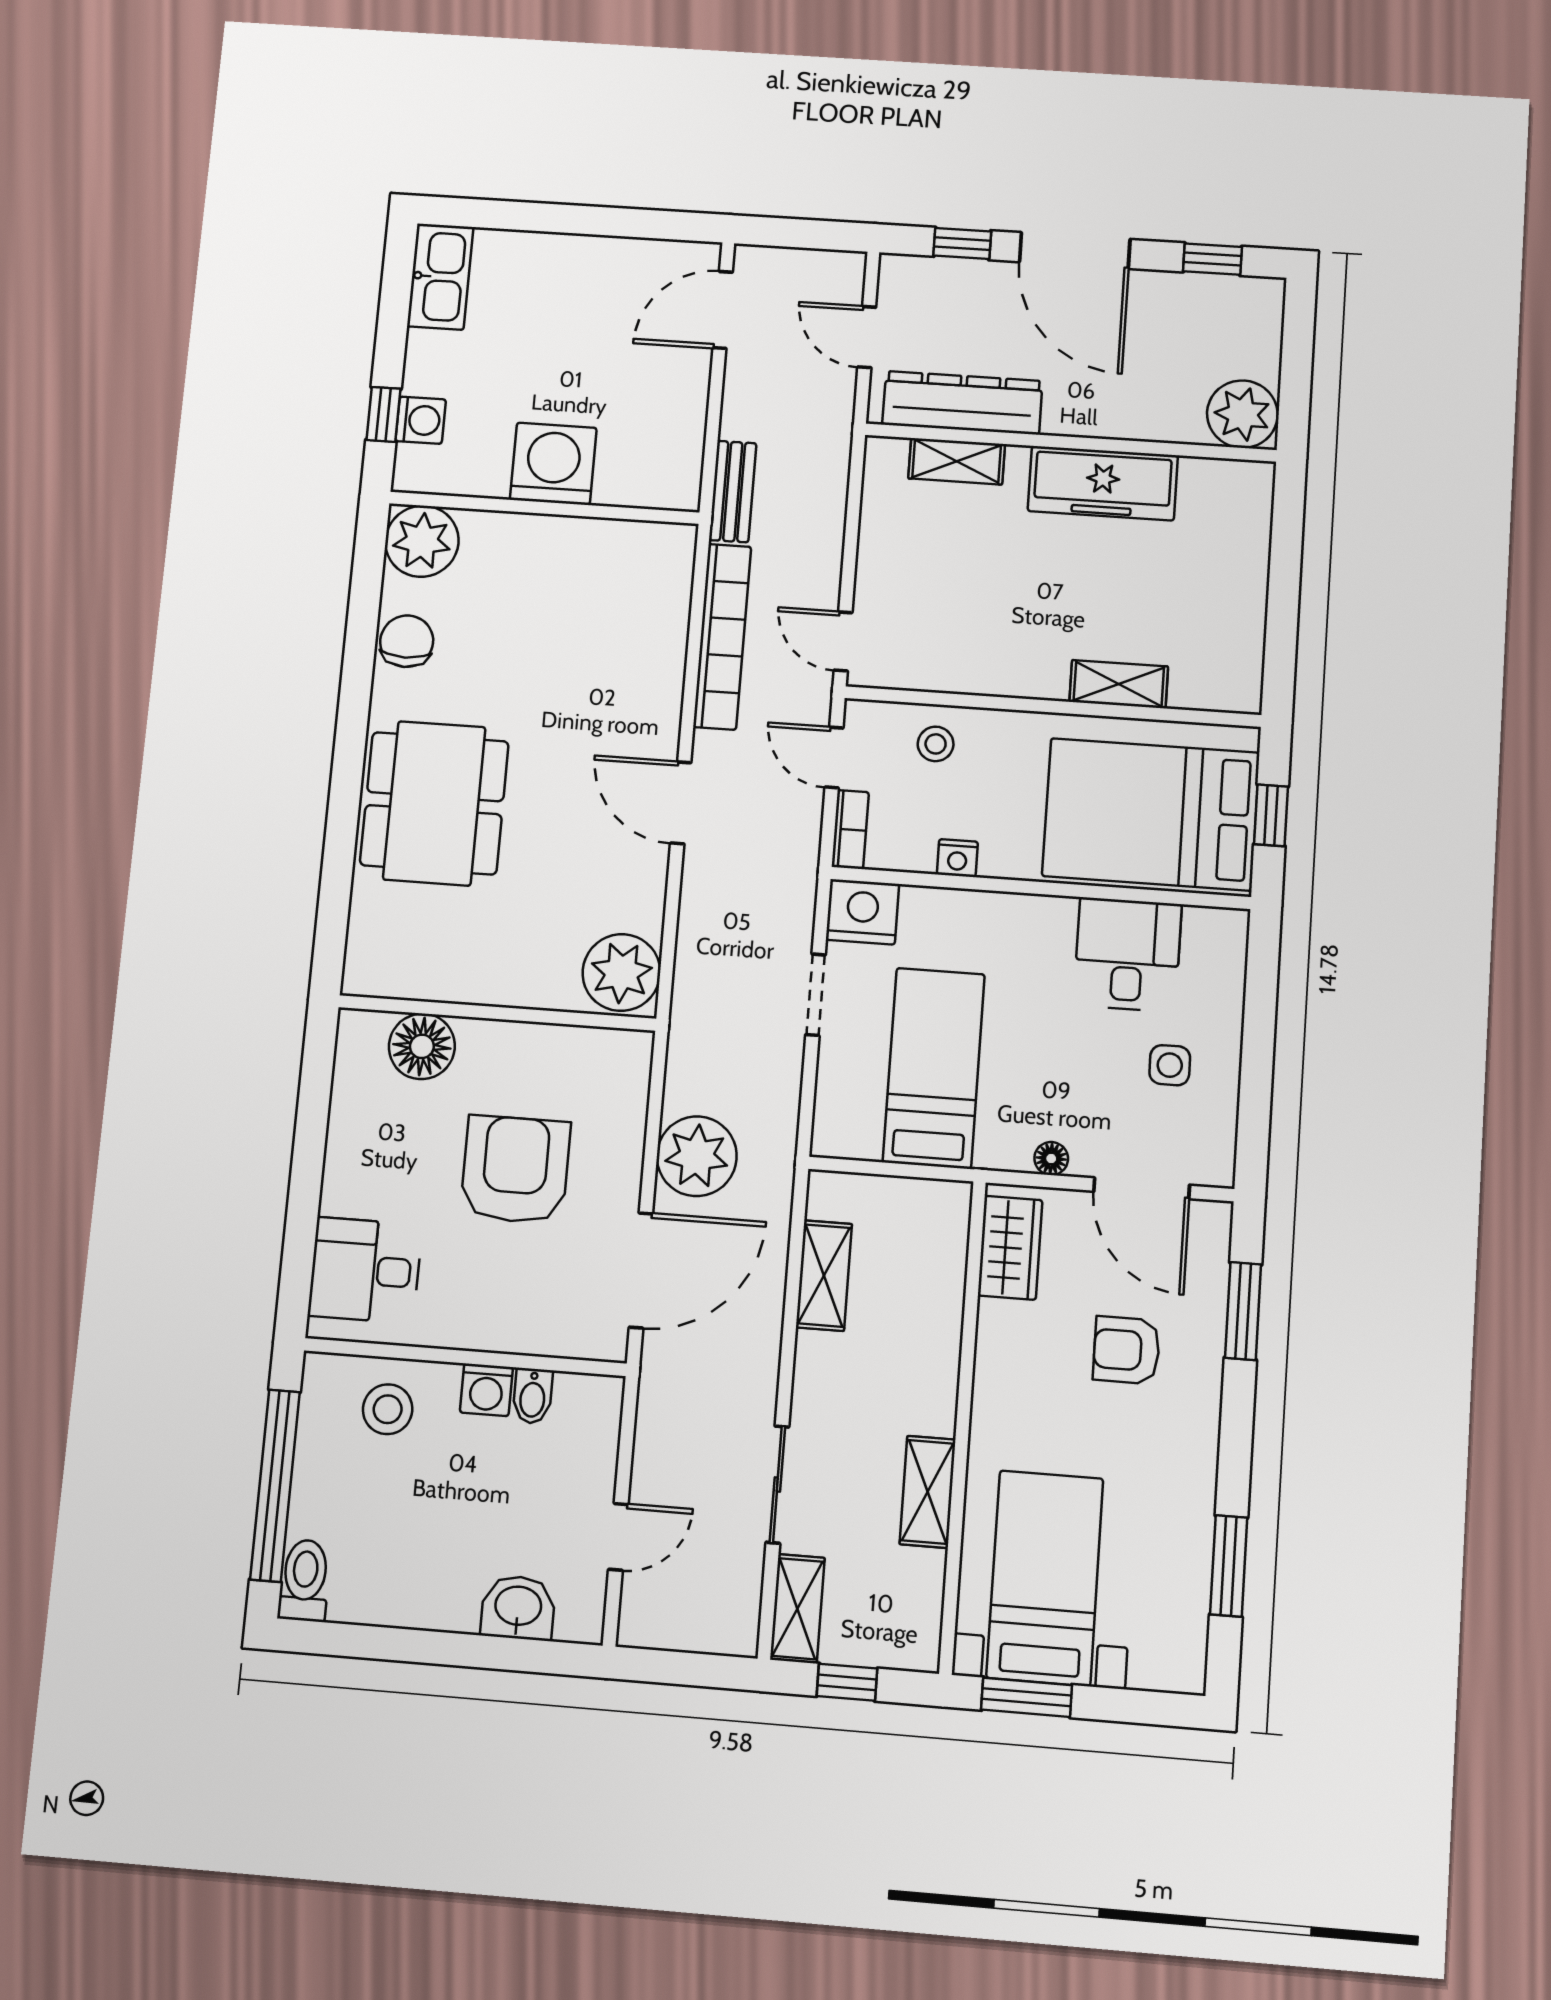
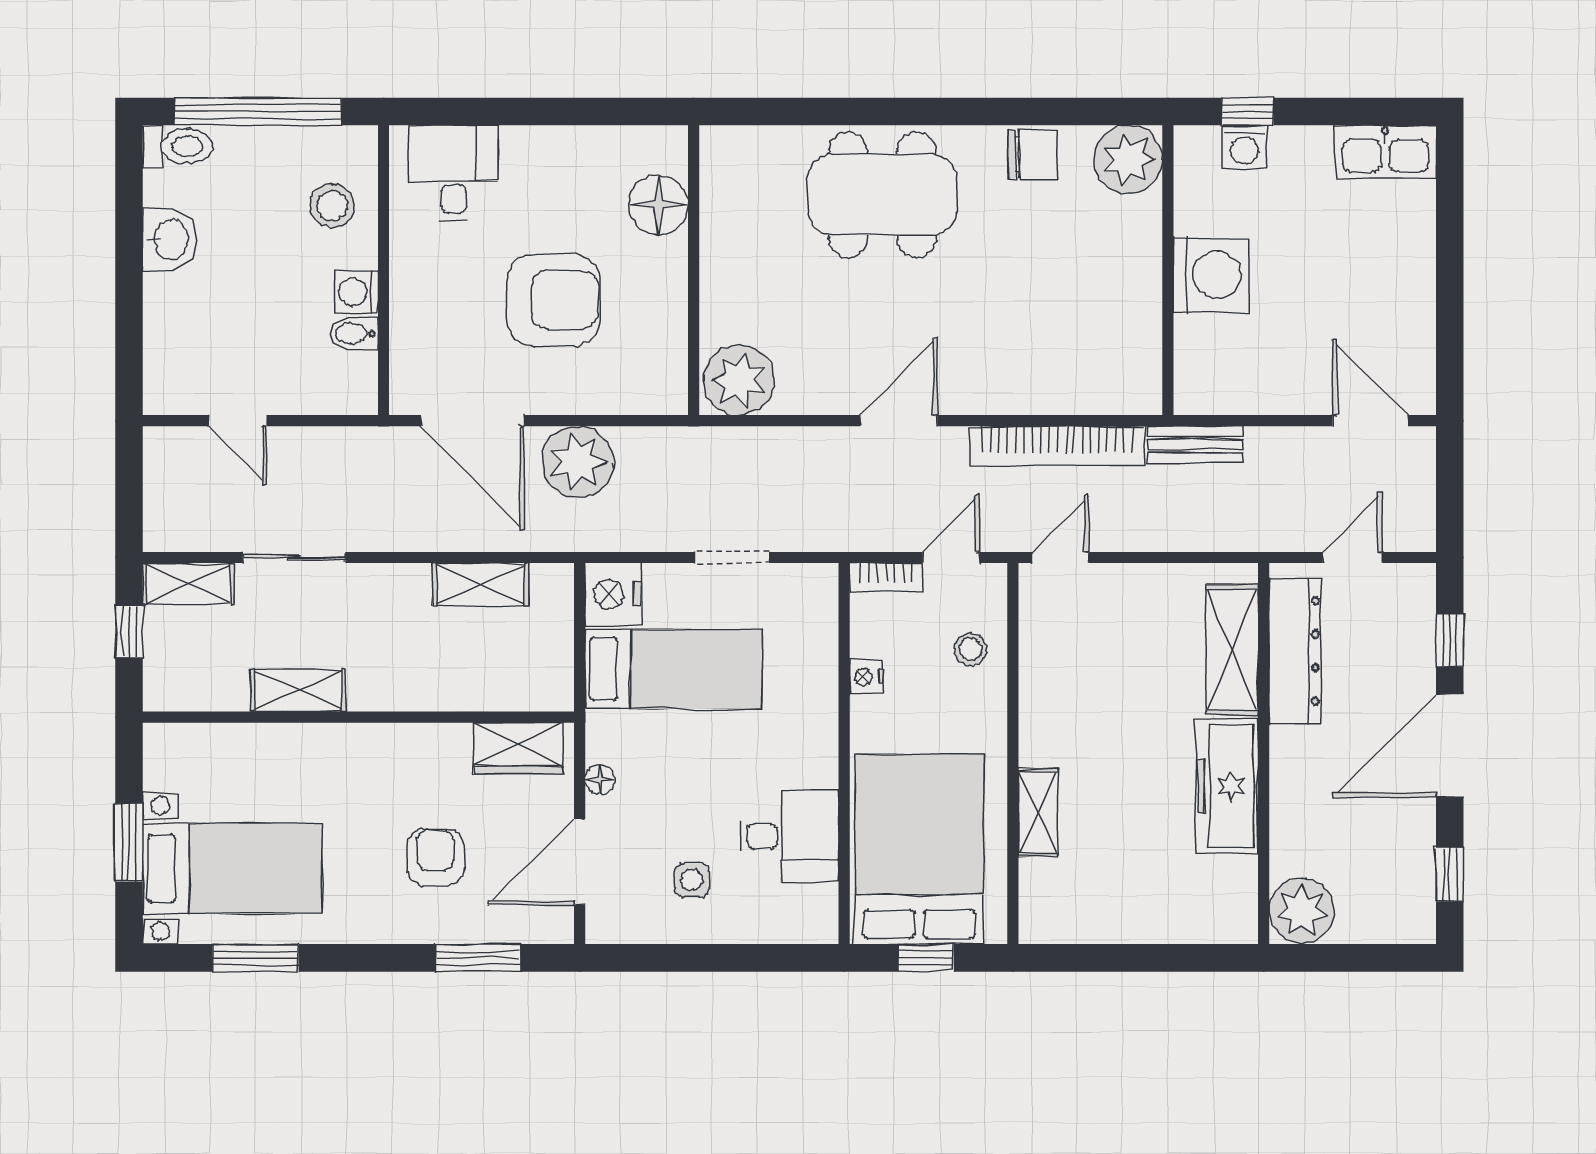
shelving: (957, 461) -> (1232, 650), width x1.50, depth x1.33
nightstand: (863, 912) -> (613, 594), moved, turned 180
bed with nightstands: (1045, 1578) -> (232, 869), moved
washbasin: (518, 1608) -> (169, 240), moved
window: (1027, 1697) -> (129, 843), moved

